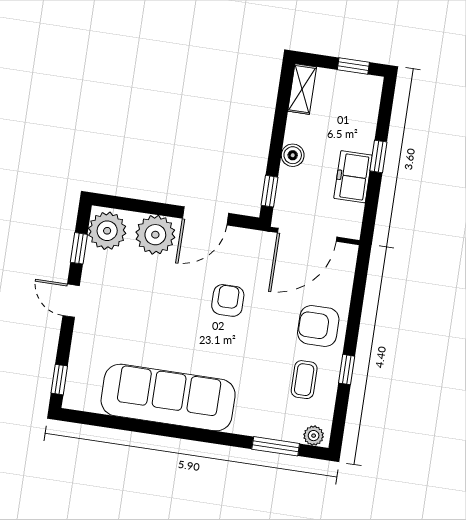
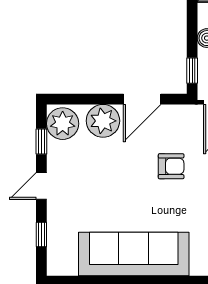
armchair: (228, 300) -> (171, 166), turned 90
door: (71, 301) -> (41, 186), hinge flipped
window: (59, 380) -> (41, 235), moved

